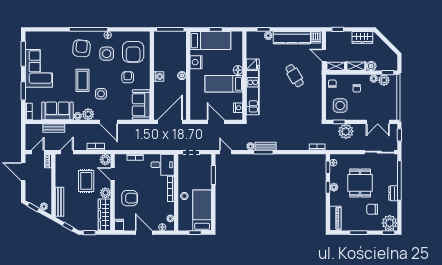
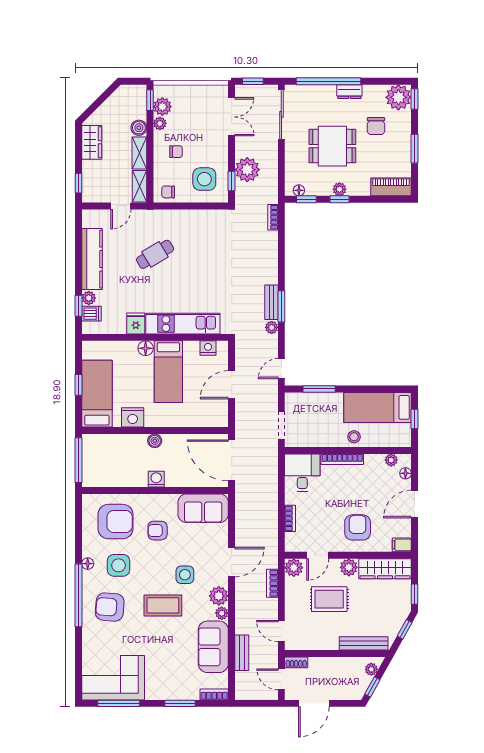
dishwasher: (316, 37) -> (91, 314), moved
corner sofa: (39, 68) -> (113, 678), moved

